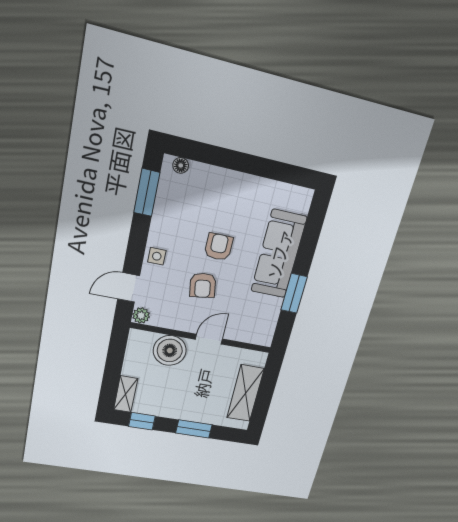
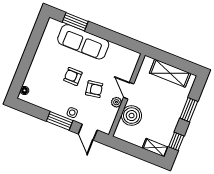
window: (147, 193) -> (60, 121), moved
window: (294, 293) -> (75, 22), moved
plant: (141, 315) -> (116, 102), moved

